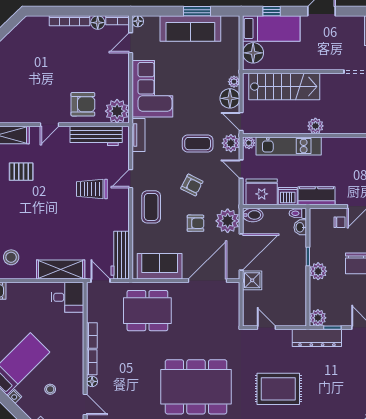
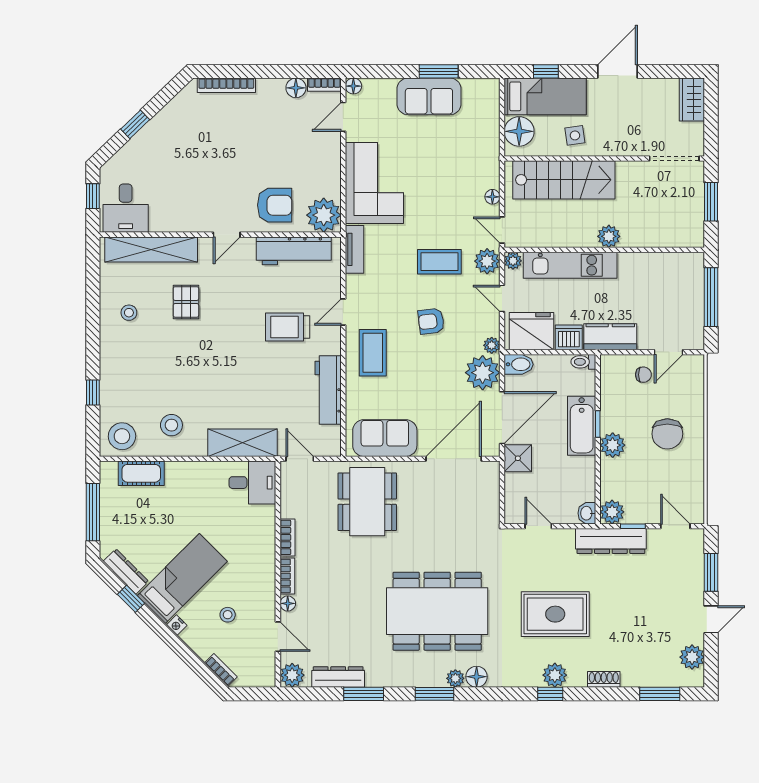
bookcase: (69, 21) -> (226, 85), moved
sofa: (190, 28) -> (429, 96), width x0.73
side table: (292, 56) -> (575, 135), added
plant: (234, 82) -> (492, 345), moved
floor lamp: (230, 98) -> (492, 197), width x0.53, depth x0.53
pallet: (21, 172) -> (186, 302), turned 90
armchair: (192, 185) -> (431, 321), turned 146
armchair: (196, 223) -> (436, 376), removed
washbasin: (300, 227) -> (587, 513), moved
workbench: (120, 255) -> (328, 390), moved
bathtub: (297, 258) -> (582, 426), added
dining table: (147, 311) -> (367, 502), turned 90

